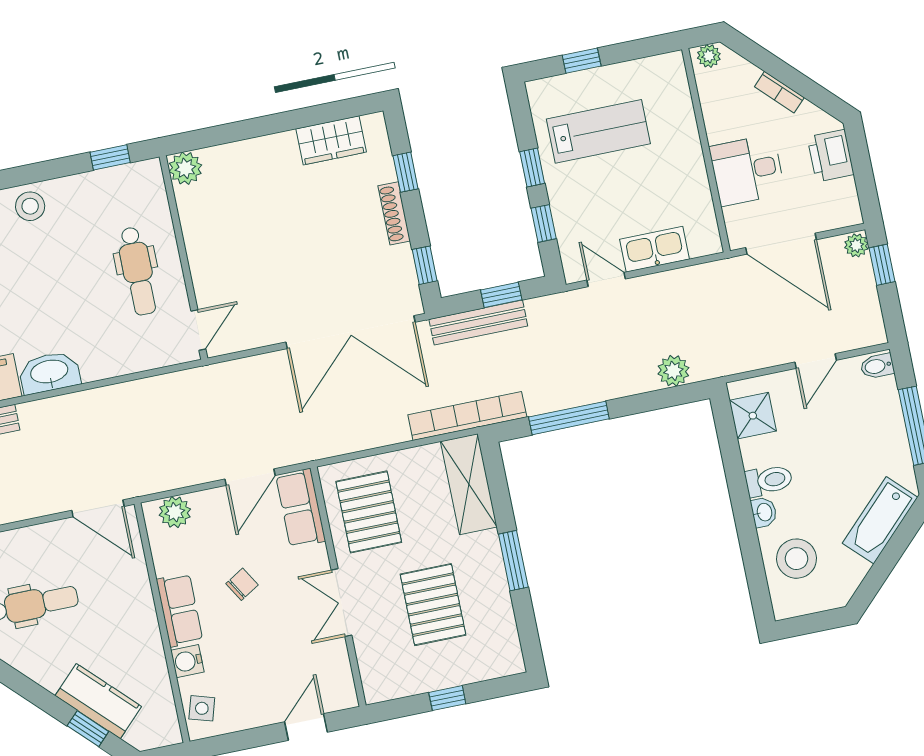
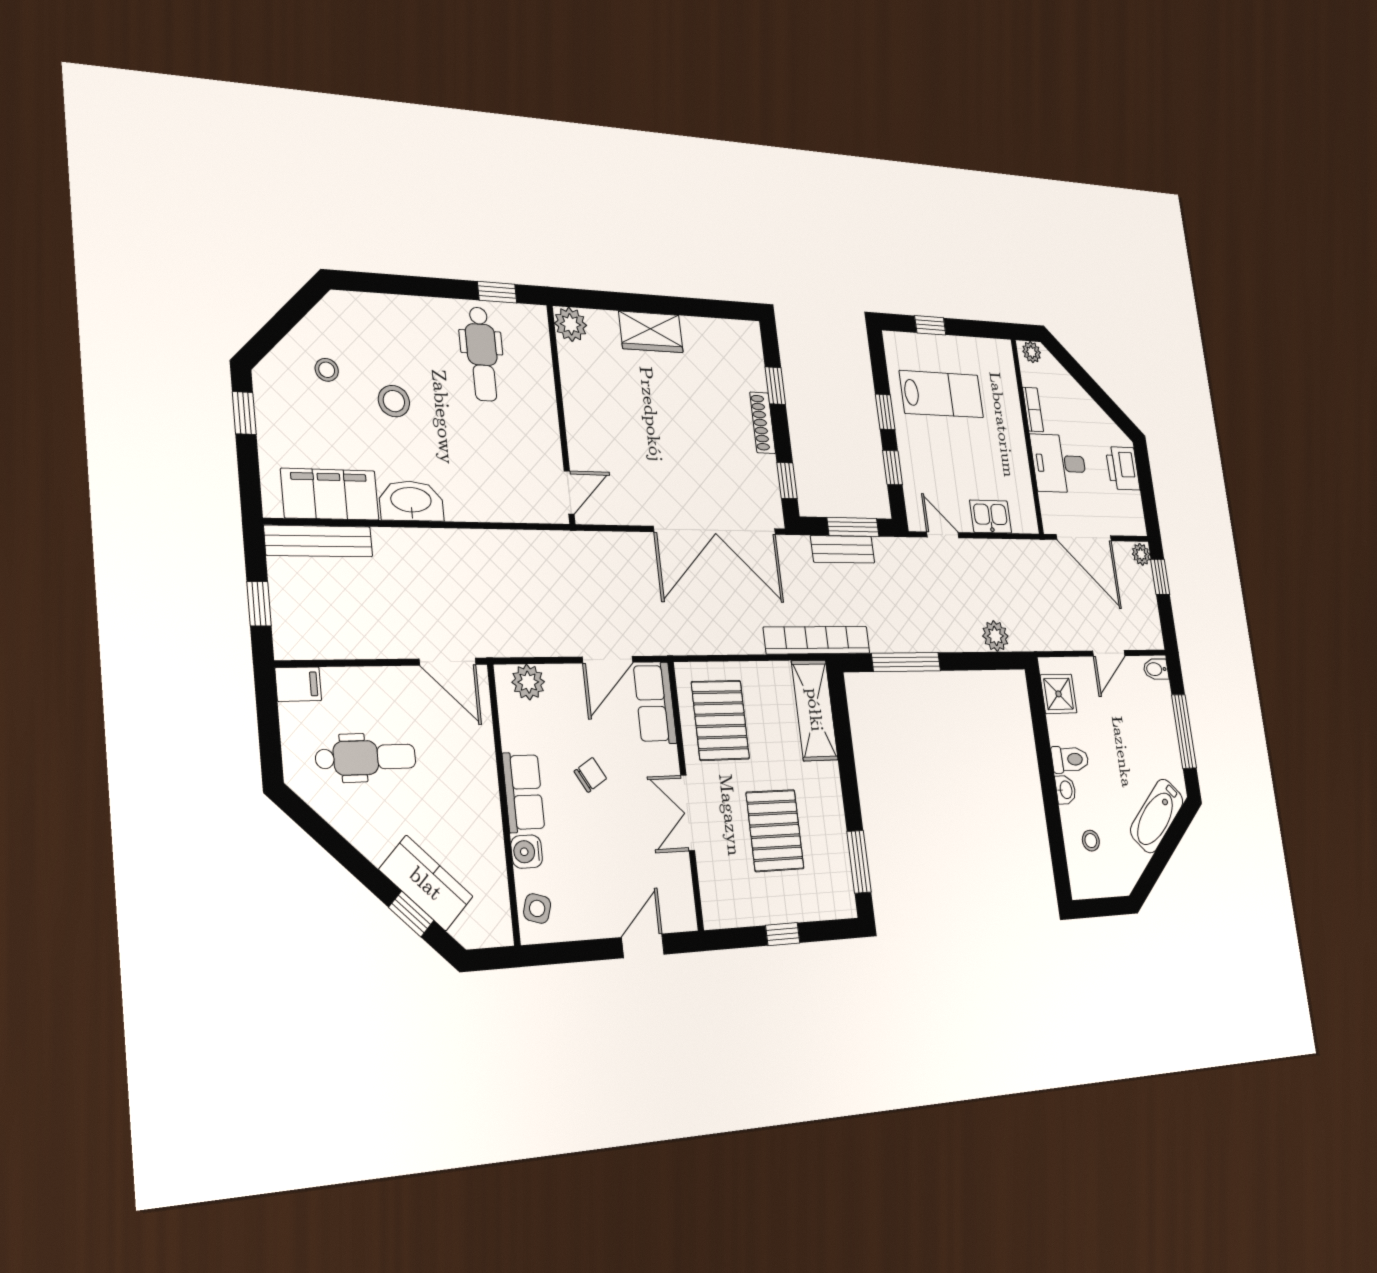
bookcase: (779, 92) -> (1033, 409), moved, turned -135
wardrobe: (331, 140) -> (651, 332), moved
stool: (30, 206) -> (394, 401), moved
kitchen sink: (655, 249) -> (991, 517), width x0.73
dental chair: (138, 271) -> (482, 354), moved
window: (501, 295) -> (853, 527), width x1.50
bench: (478, 323) -> (843, 549), width x0.73
stool: (797, 559) -> (1091, 841), width x0.53, depth x0.53
window: (513, 561) -> (859, 862), moved

